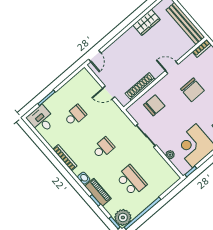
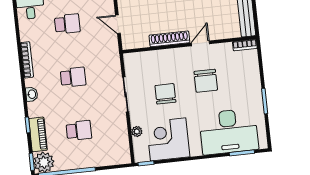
door: (172, 68) -> (200, 43), hinge flipped
shoe rack: (140, 87) -> (169, 39), moved
chair: (154, 105) -> (165, 94), moved, turned -90
school desk: (131, 181) -> (79, 130), width x0.54
piano: (98, 192) -> (38, 134), moved

